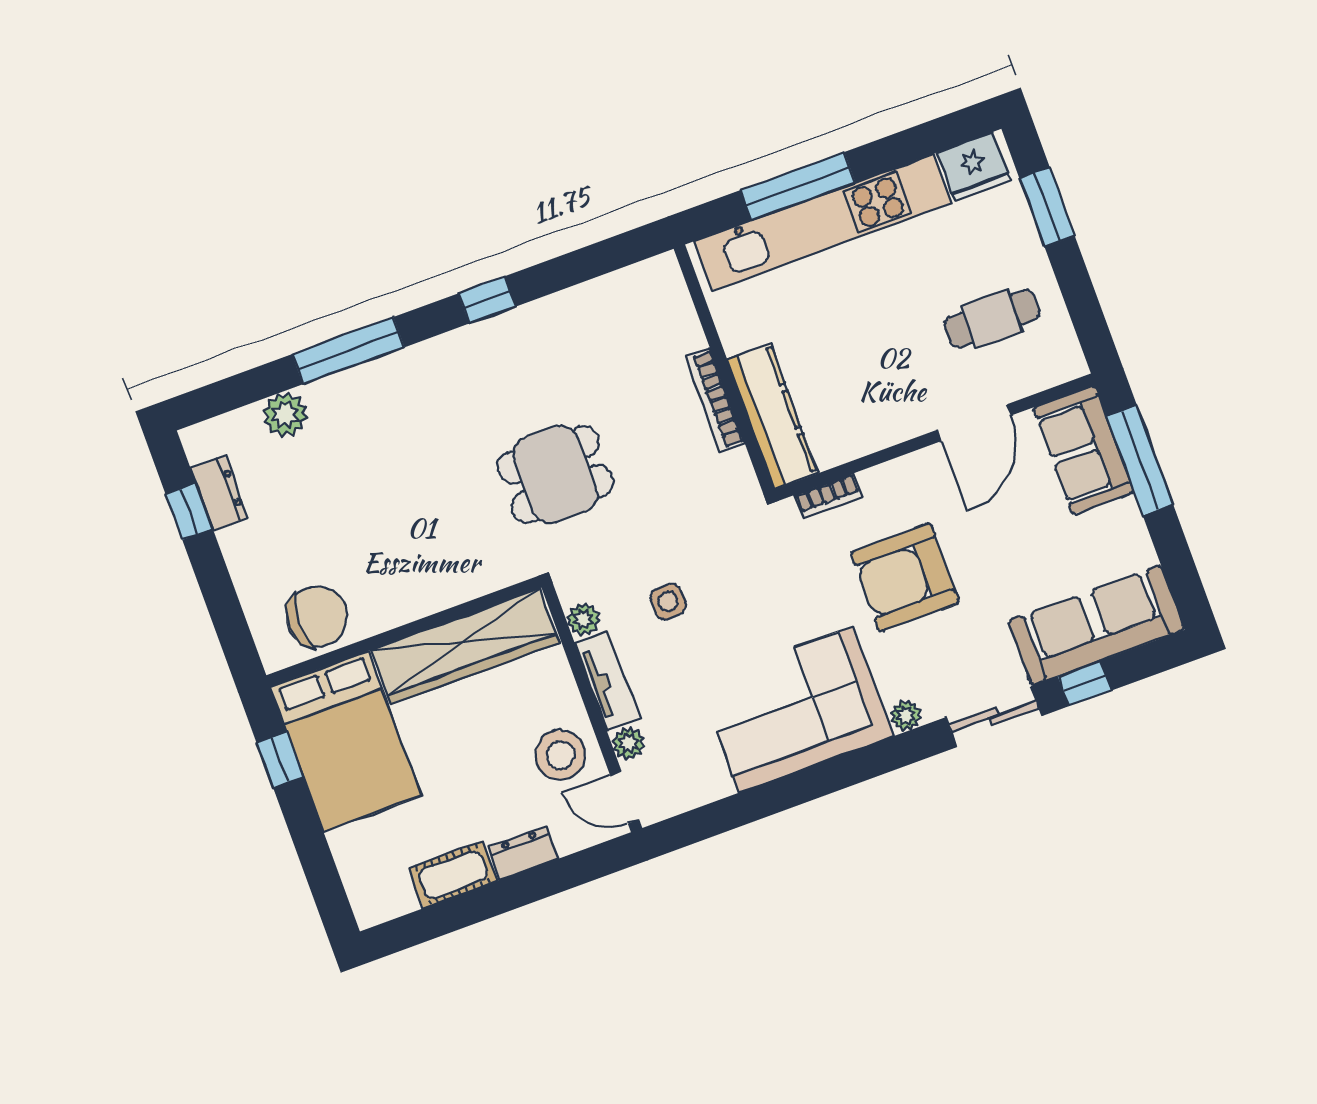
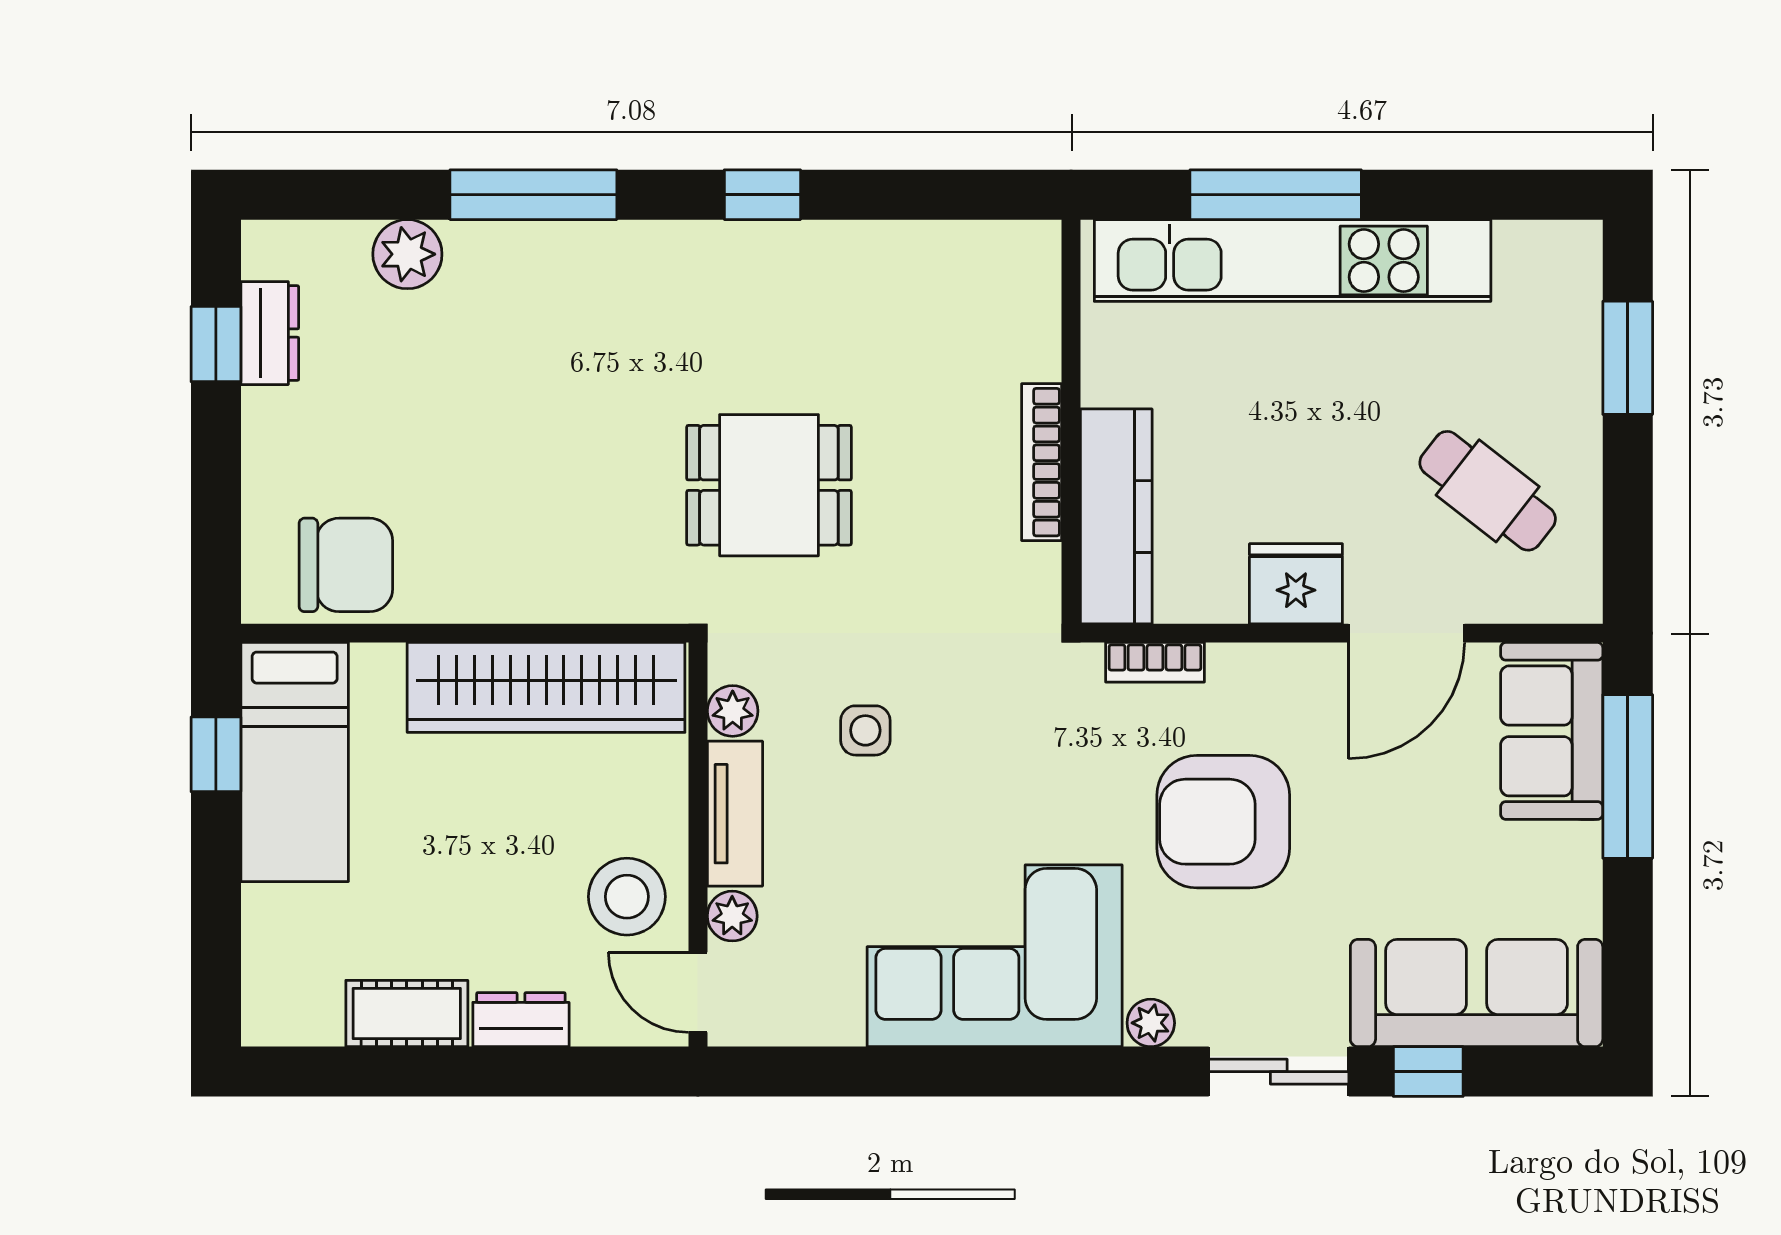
fridge: (974, 166) -> (1296, 584), moved, turned 180
cafe table: (992, 319) -> (1488, 491), turned 38
bed: (346, 741) -> (295, 762), width x0.67

